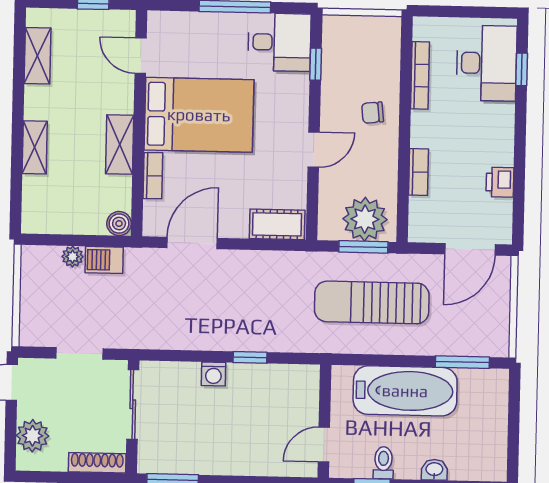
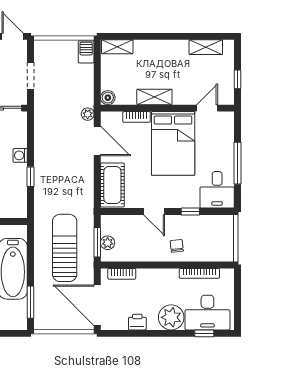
window: (316, 64) -> (190, 212), moved
plant: (493, 125) -> (171, 317), added
shelving: (35, 147) -> (117, 47), moved
bookcase: (419, 172) -> (122, 274), moved
plant: (365, 219) -> (108, 243), width x0.53, depth x0.53
cot: (277, 224) -> (112, 185), width x1.37, depth x1.34
door: (470, 249) -> (97, 305), width x1.36
plant: (73, 257) -> (88, 114), moved
barbecue: (104, 260) -> (86, 52), moved

